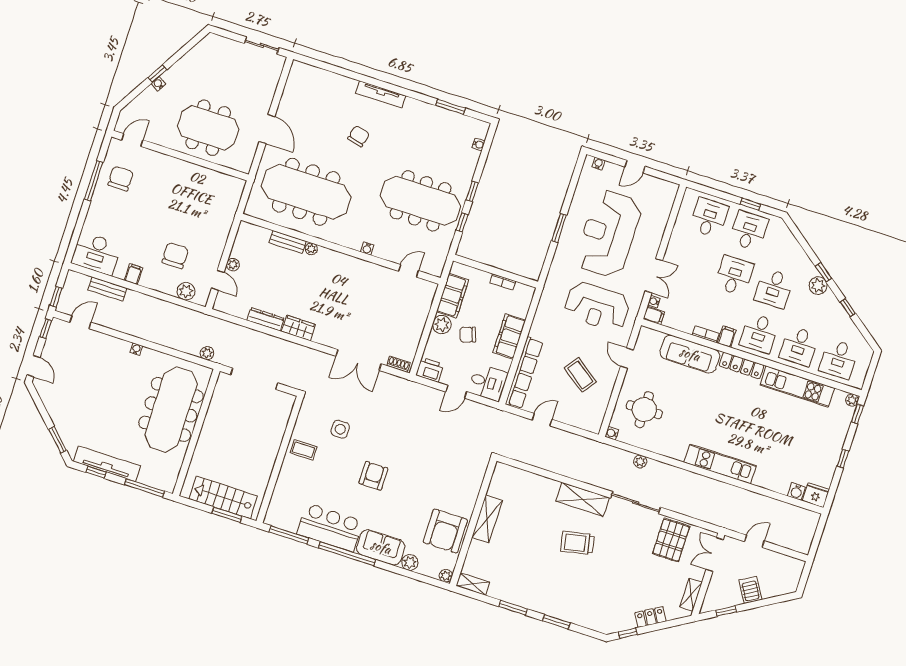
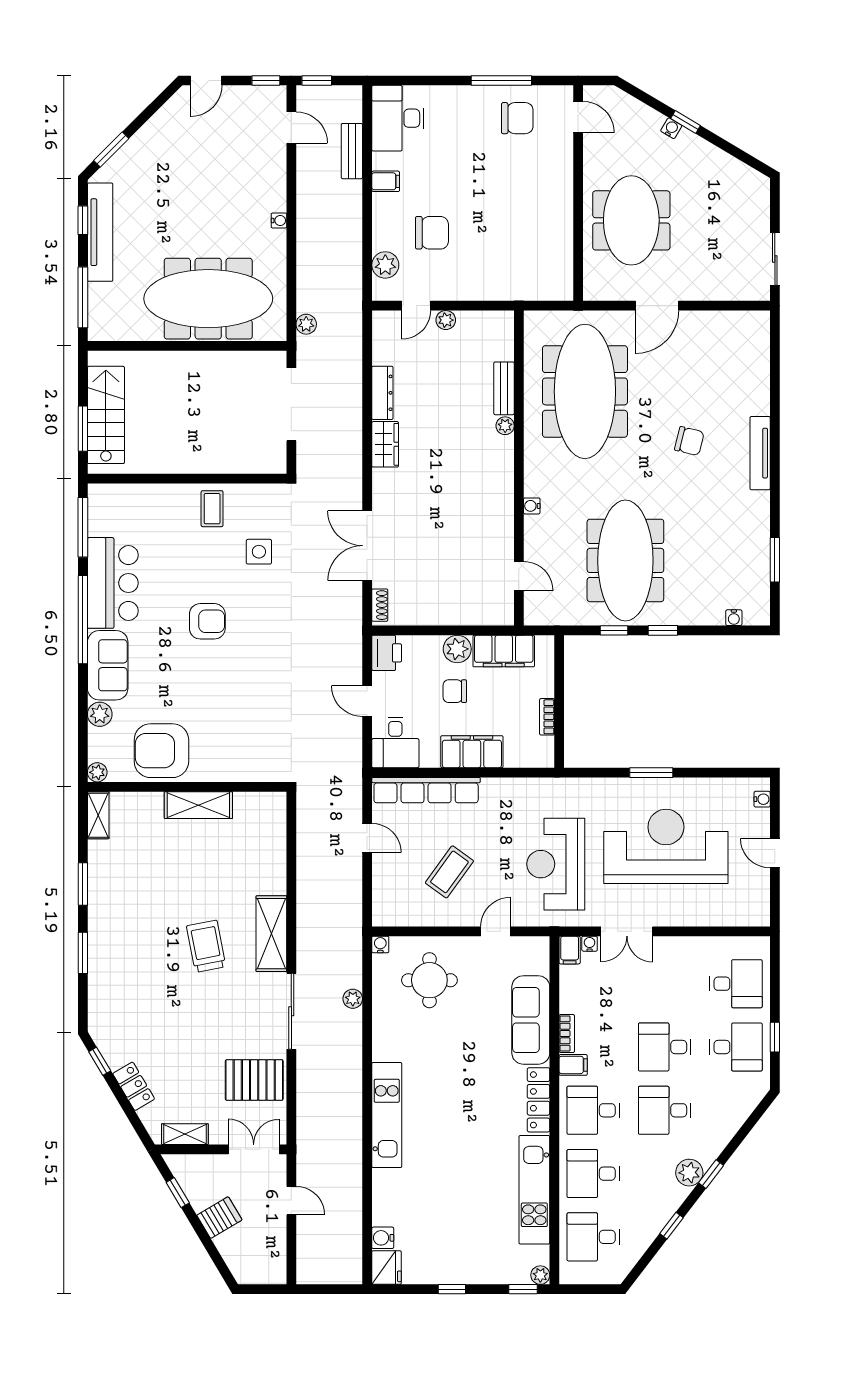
desk: (734, 275) -> (665, 1047), turned 180
chair: (468, 335) -> (455, 691), turned -71

